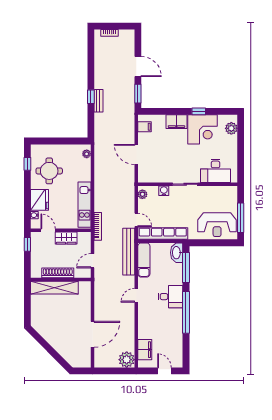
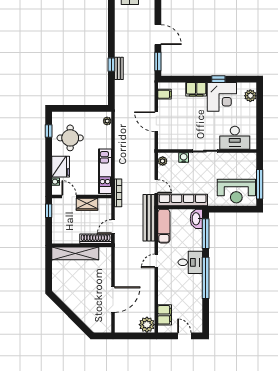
shoe rack: (58, 273) -> (96, 239), moved

